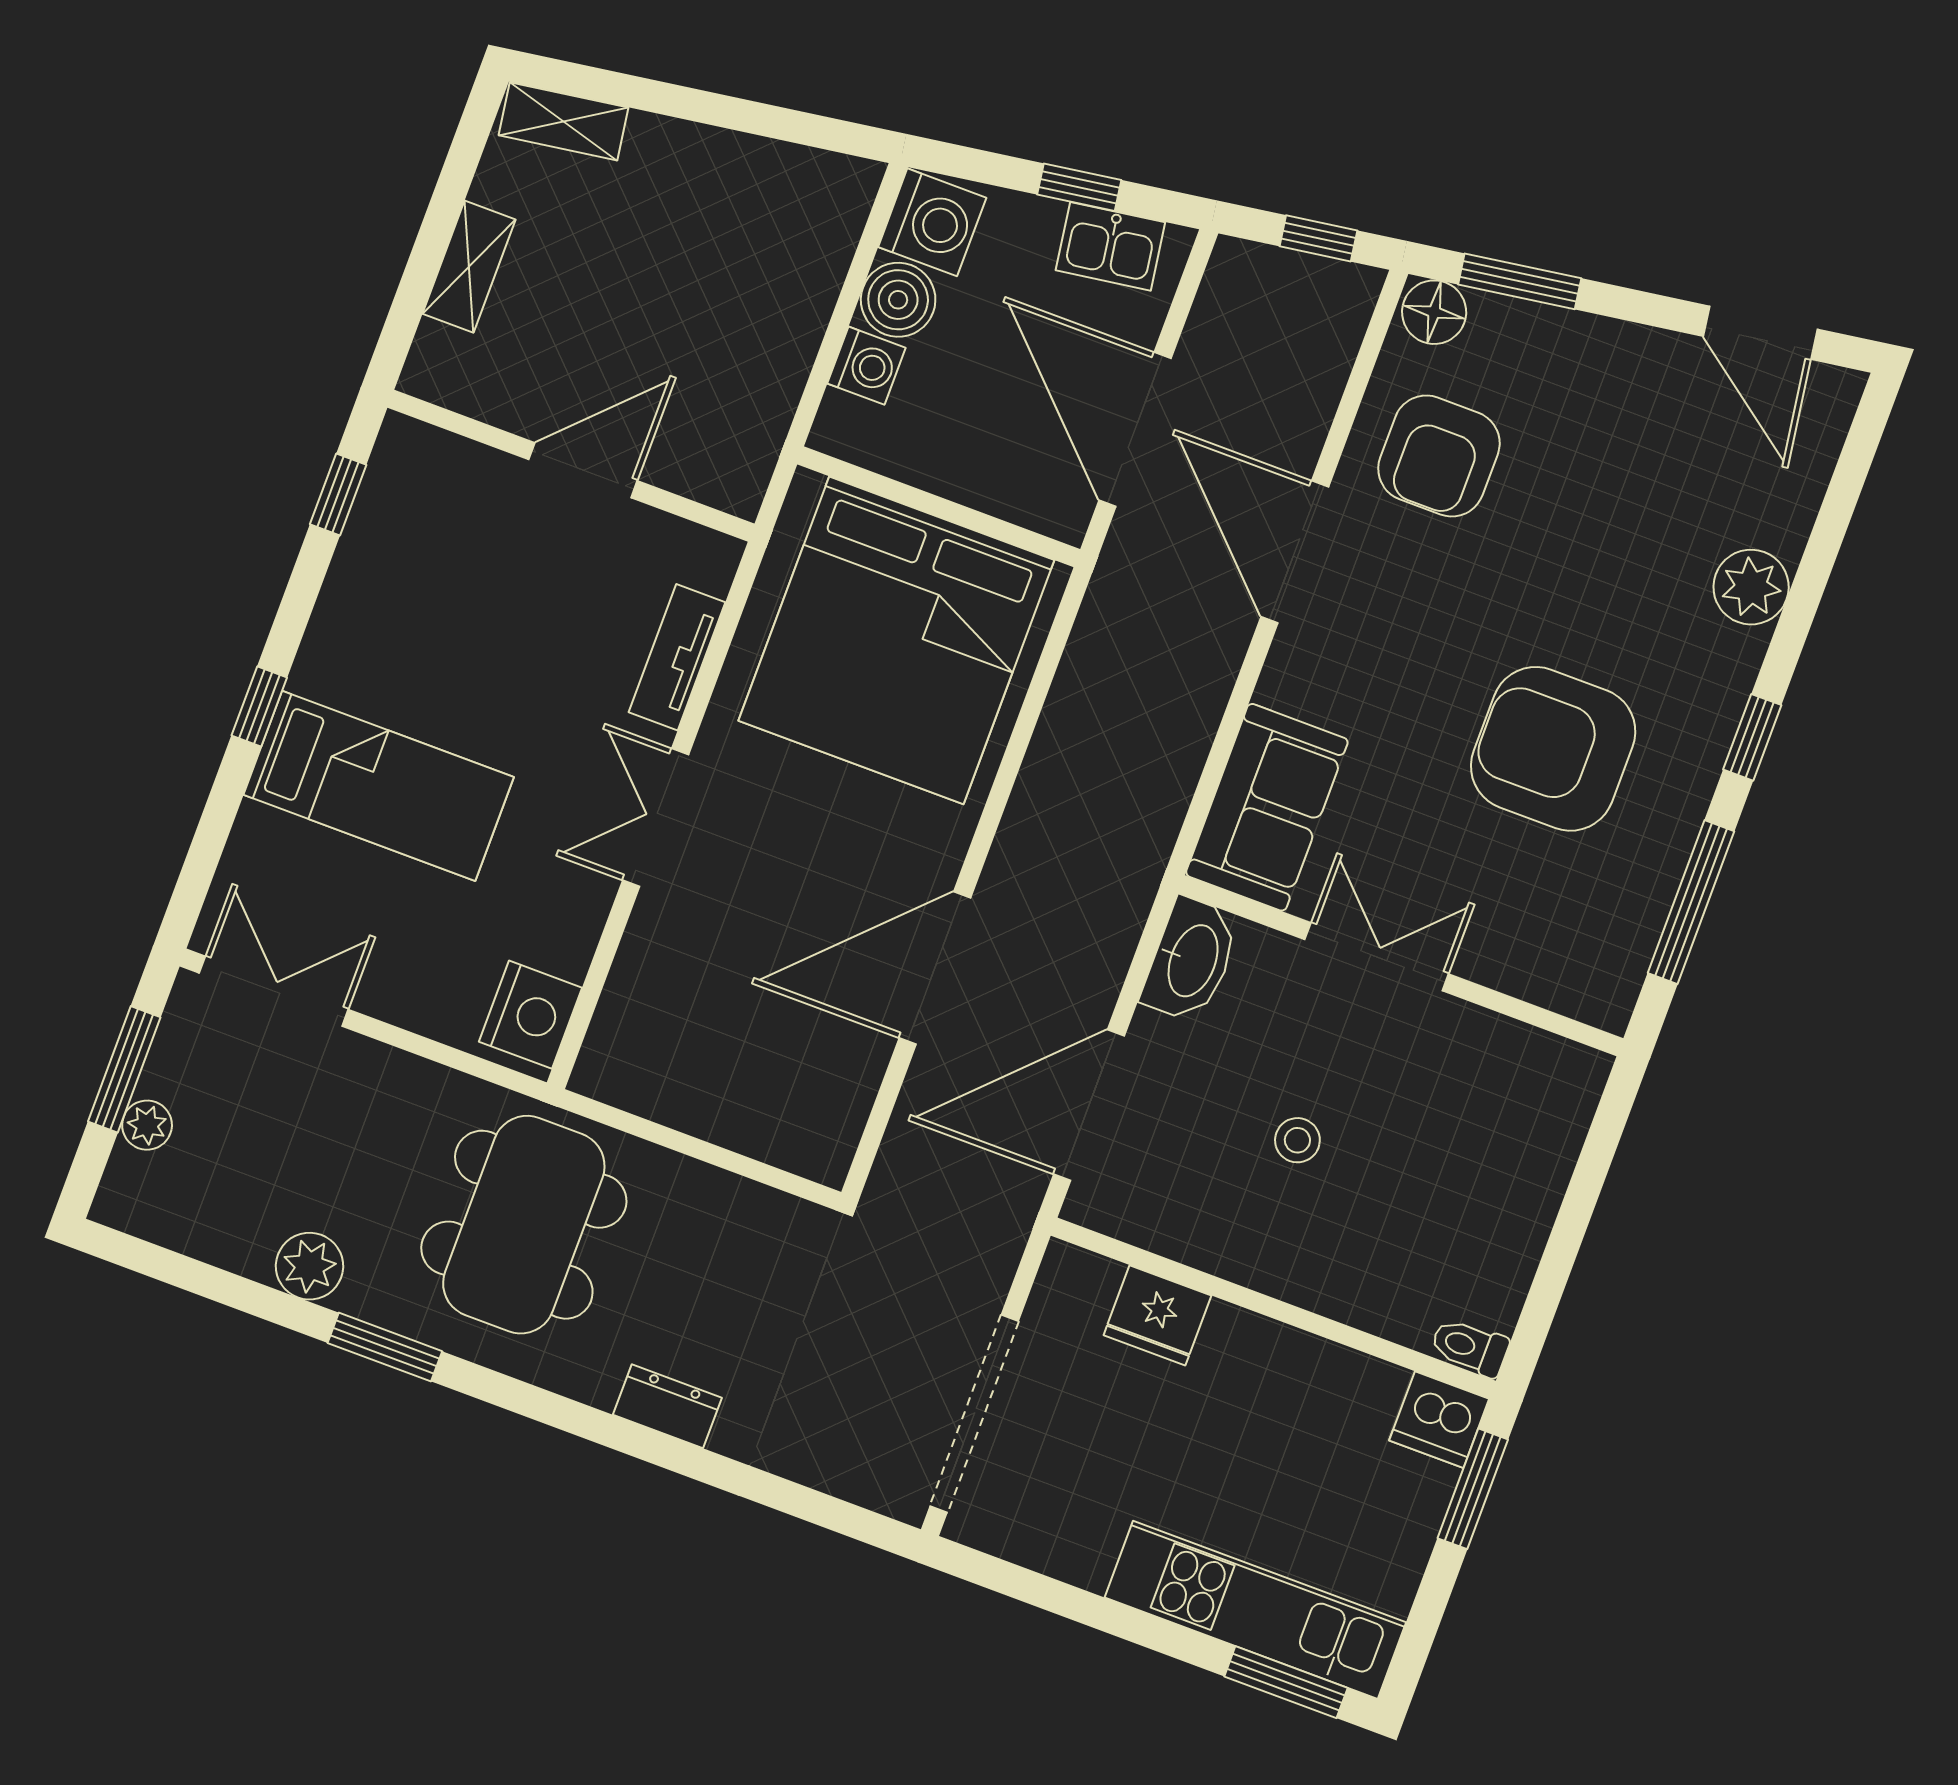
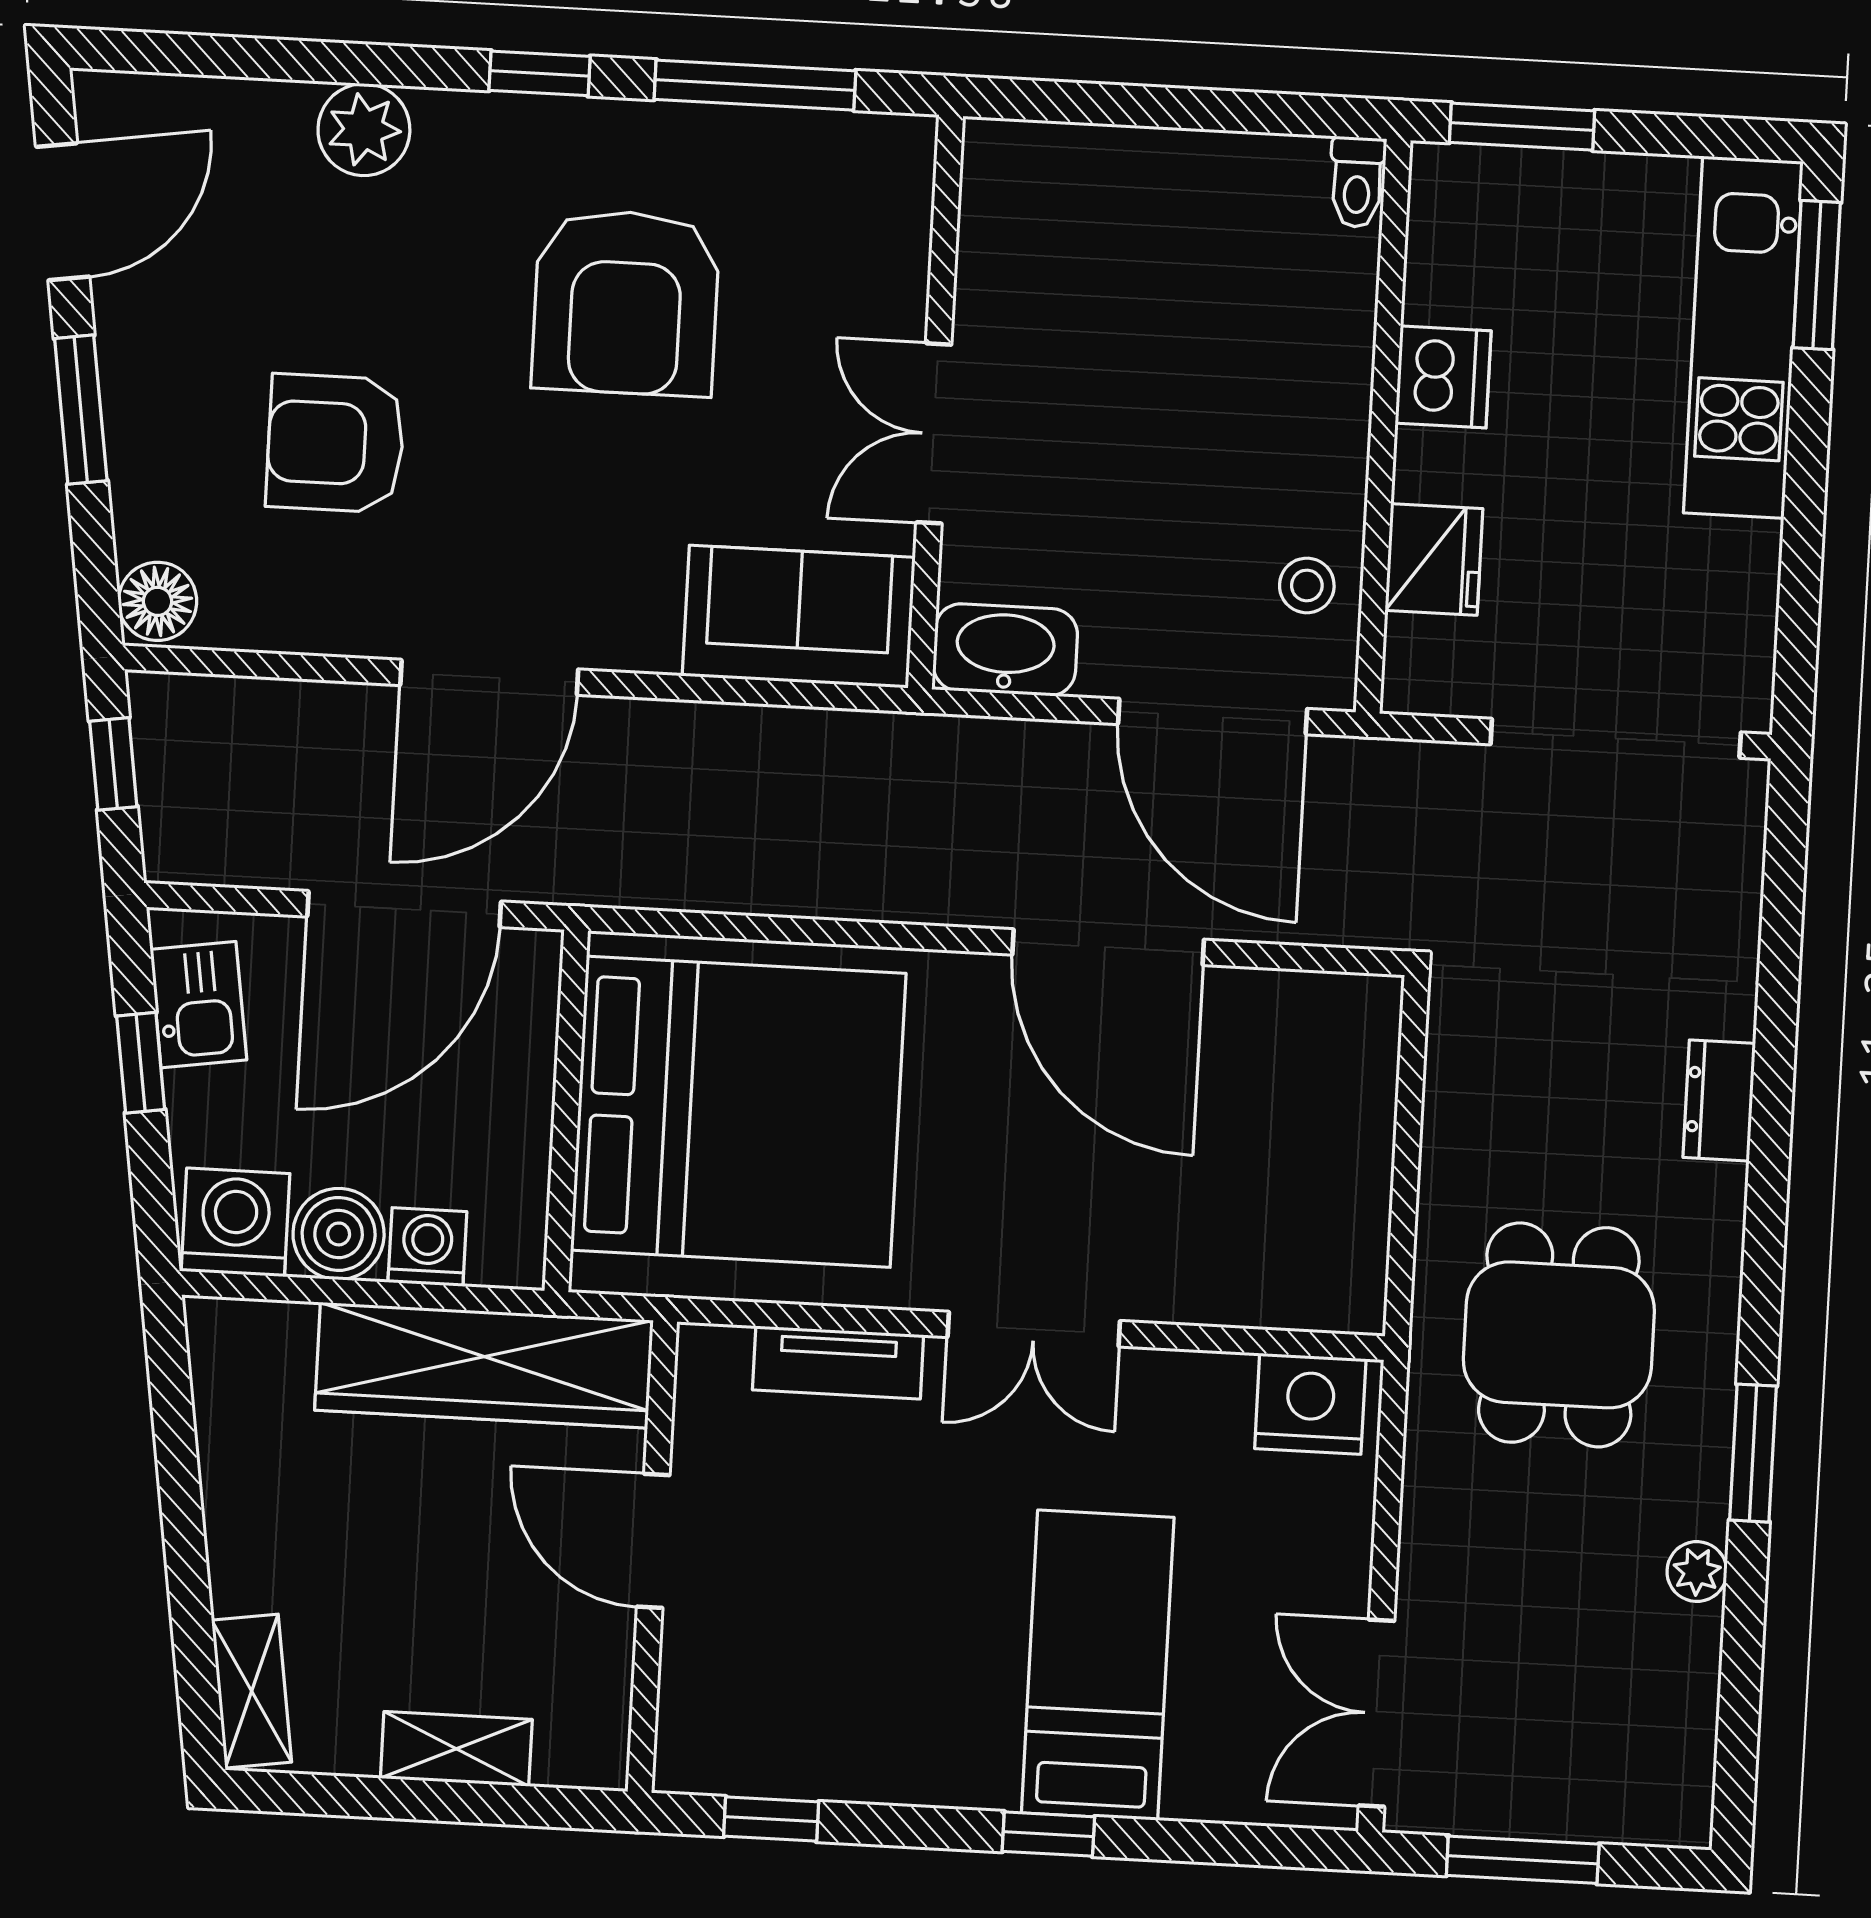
window: (1520, 281) -> (81, 410), moved
wardrobe: (761, 381) -> (484, 1365), added
armchair: (1439, 456) -> (335, 443), moved, turned 180
plant: (147, 1125) -> (1580, 1813), removed
stool: (1297, 1140) -> (1307, 585), moved
dining table: (524, 1225) -> (1559, 1335), width x0.73
plant: (309, 1266) -> (1697, 1572), width x0.73, depth x0.73
dishwasher: (1439, 1420) -> (1443, 377), moved

